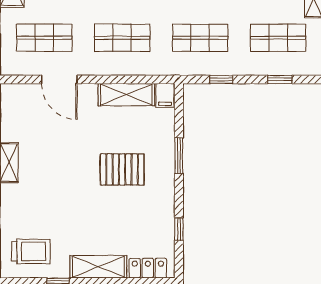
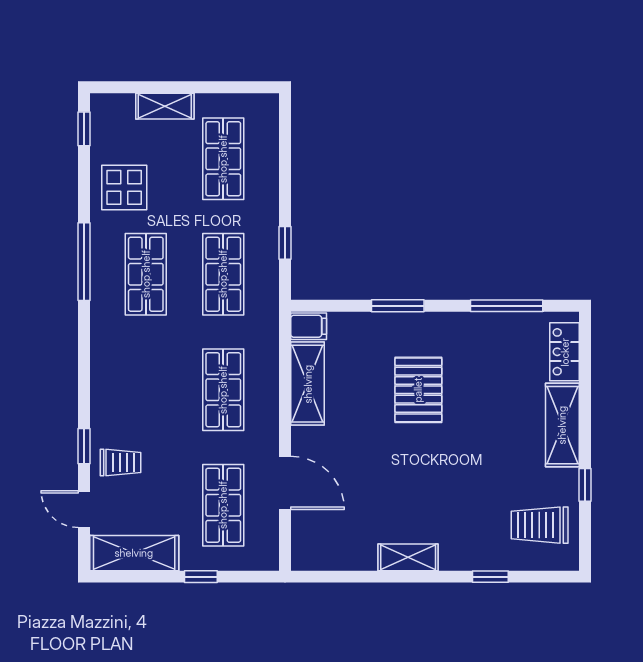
door: (59, 79) -> (285, 483), hinge flipped
window: (280, 79) -> (285, 156), removed
window: (179, 229) -> (507, 306), width x2.17
trolley: (31, 251) -> (540, 525), turned -90

